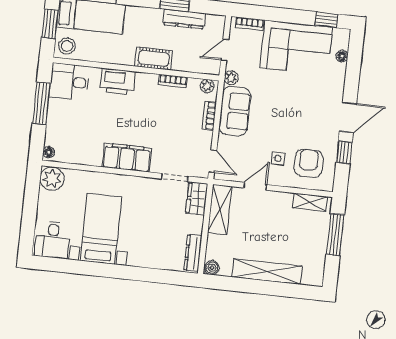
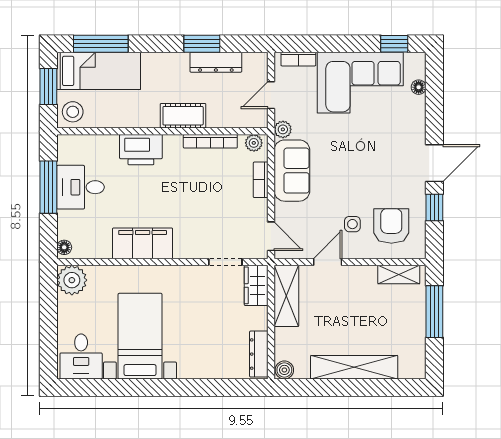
bookcase: (173, 81) -> (210, 141), width x1.56
desk: (69, 82) -> (81, 187), moved
filing cabinet: (127, 157) -> (143, 243), moved

